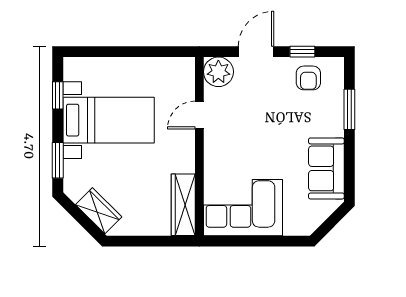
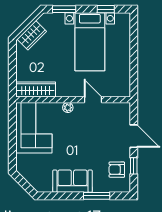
plant: (218, 72) -> (68, 108), moved, width x0.53, depth x0.53
sofa: (326, 168) -> (72, 181), moved

